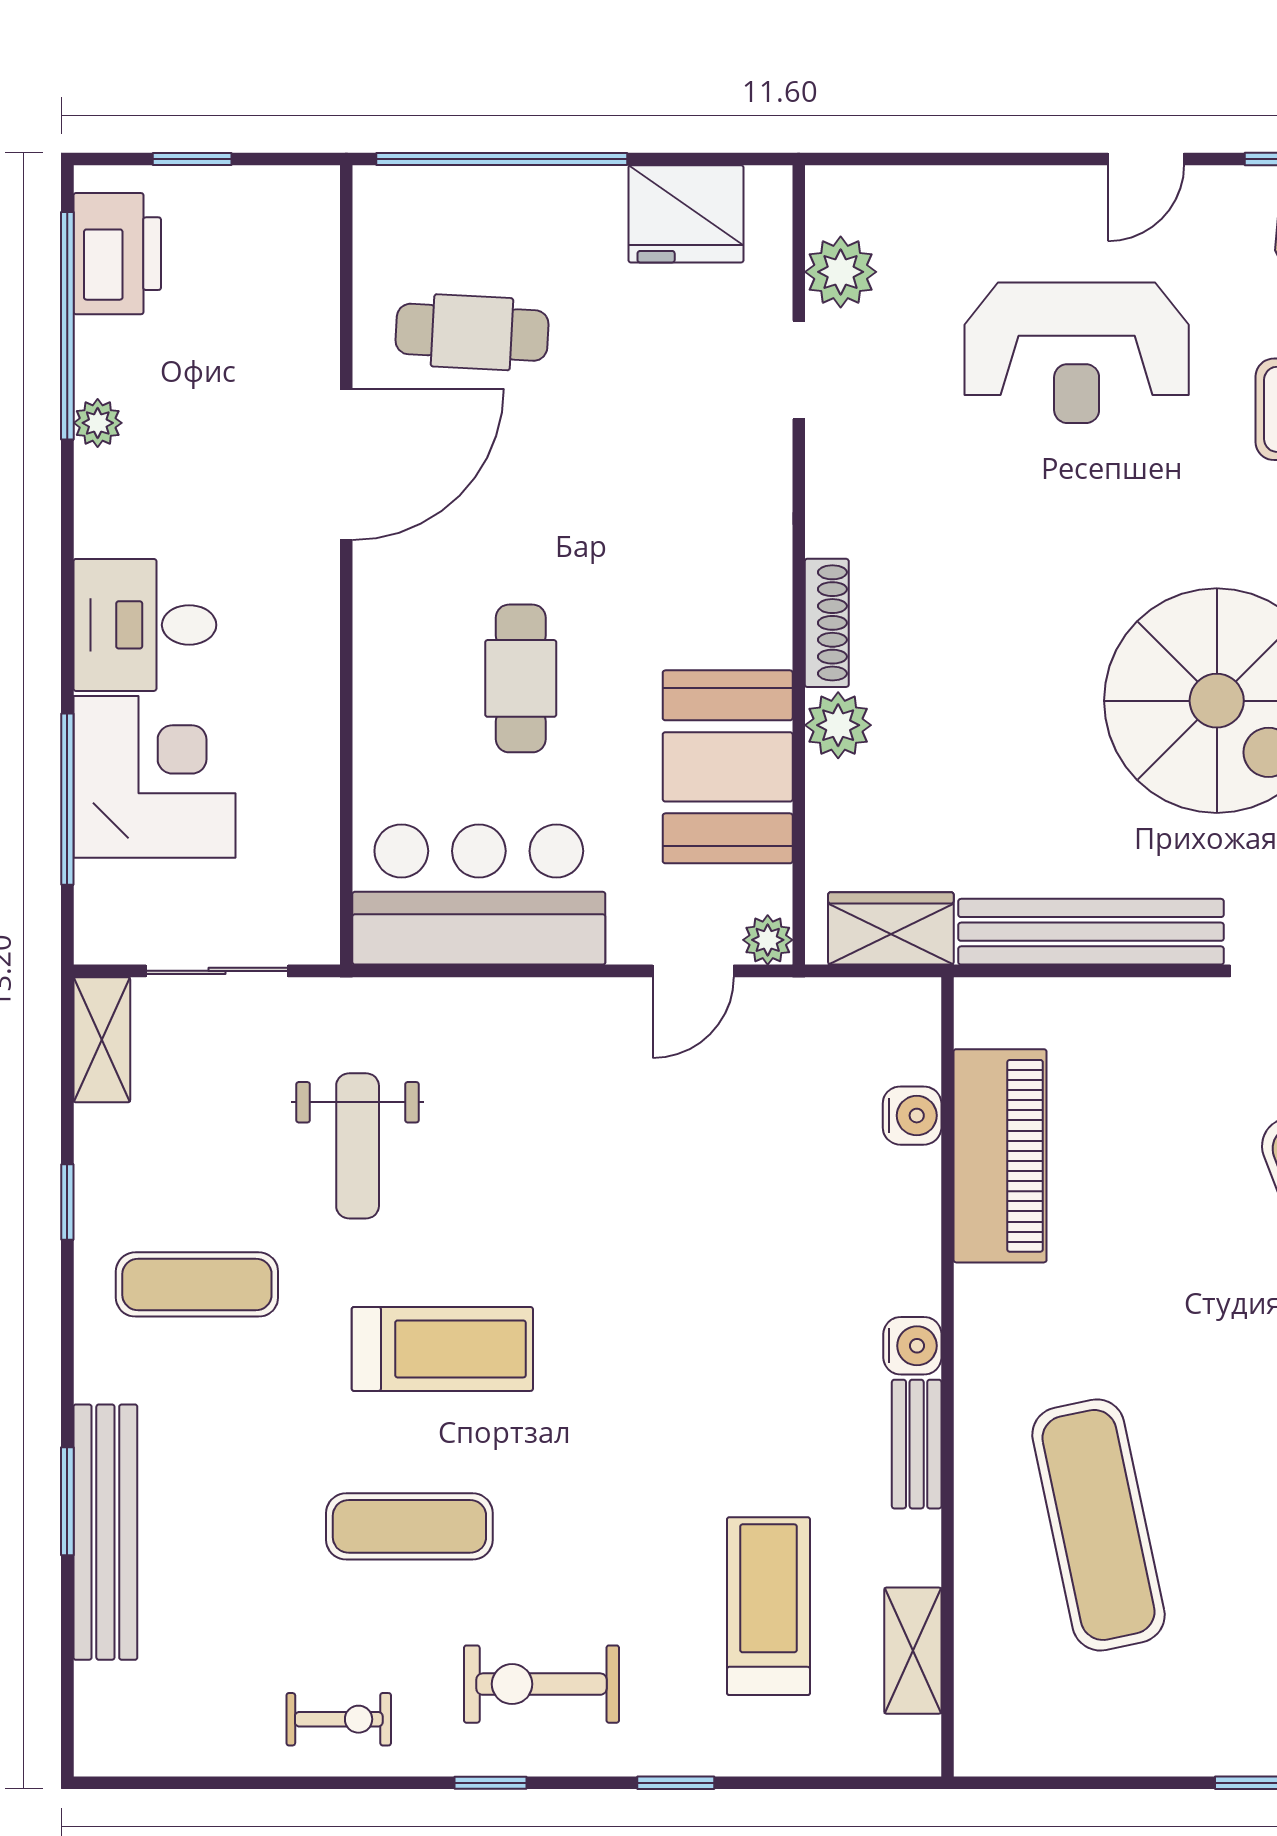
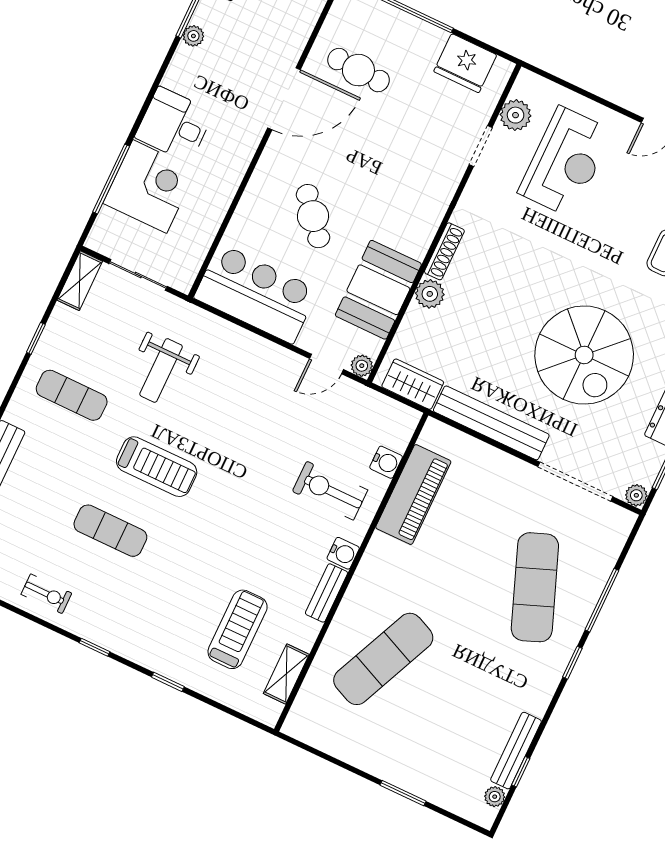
reception desk: (1077, 353) -> (566, 162), moved, turned -90
cafe table: (521, 678) -> (313, 216), turned -40
exercise mat: (1098, 1525) -> (383, 659), turned 36
exercise bike: (541, 1684) -> (330, 491), moved

